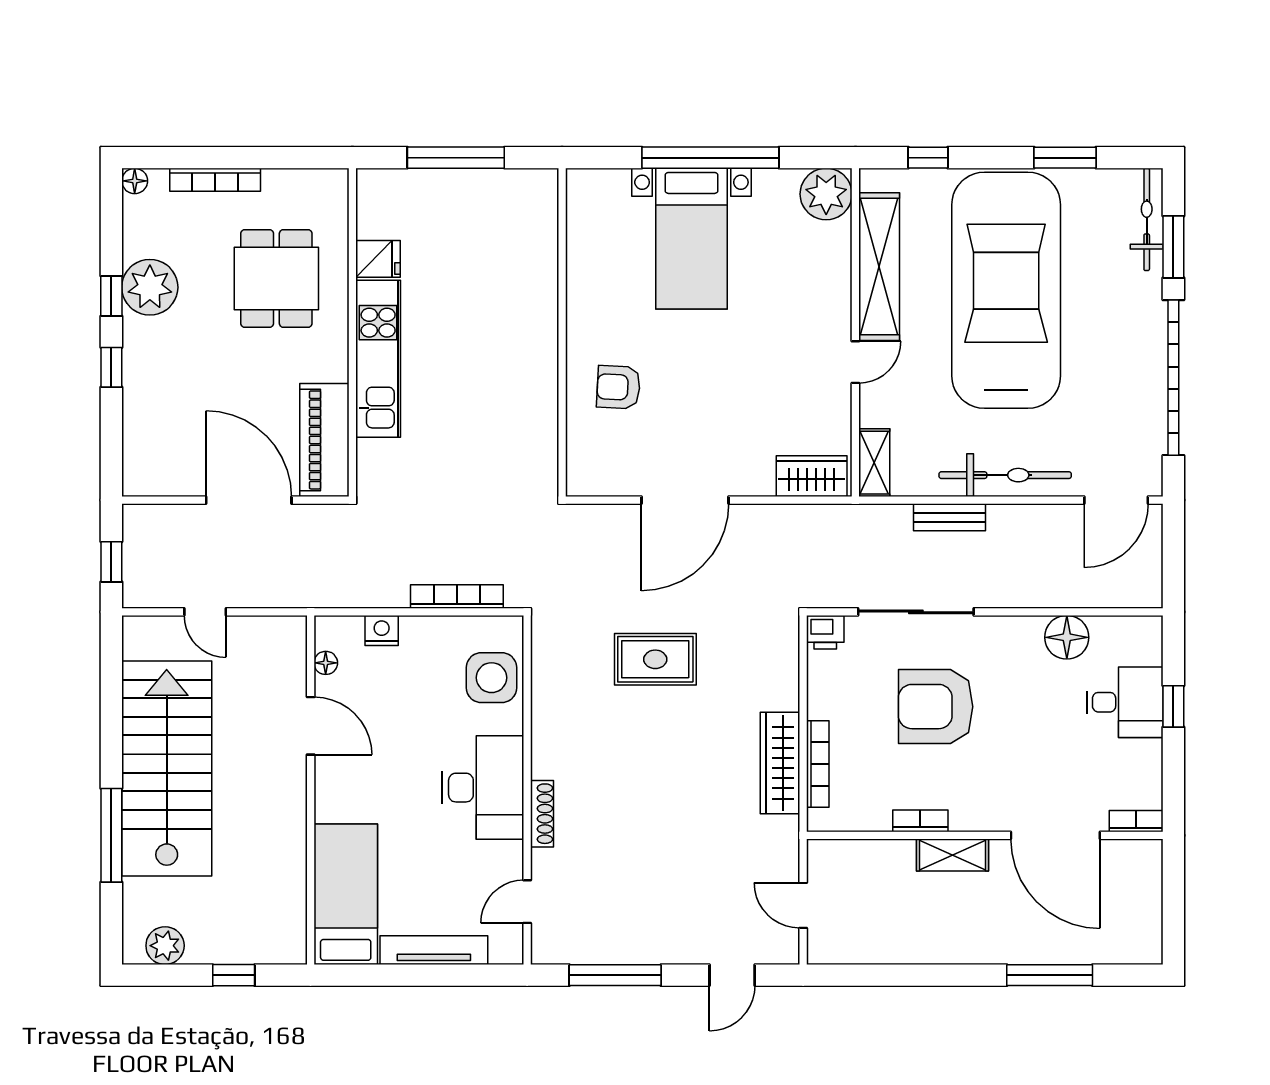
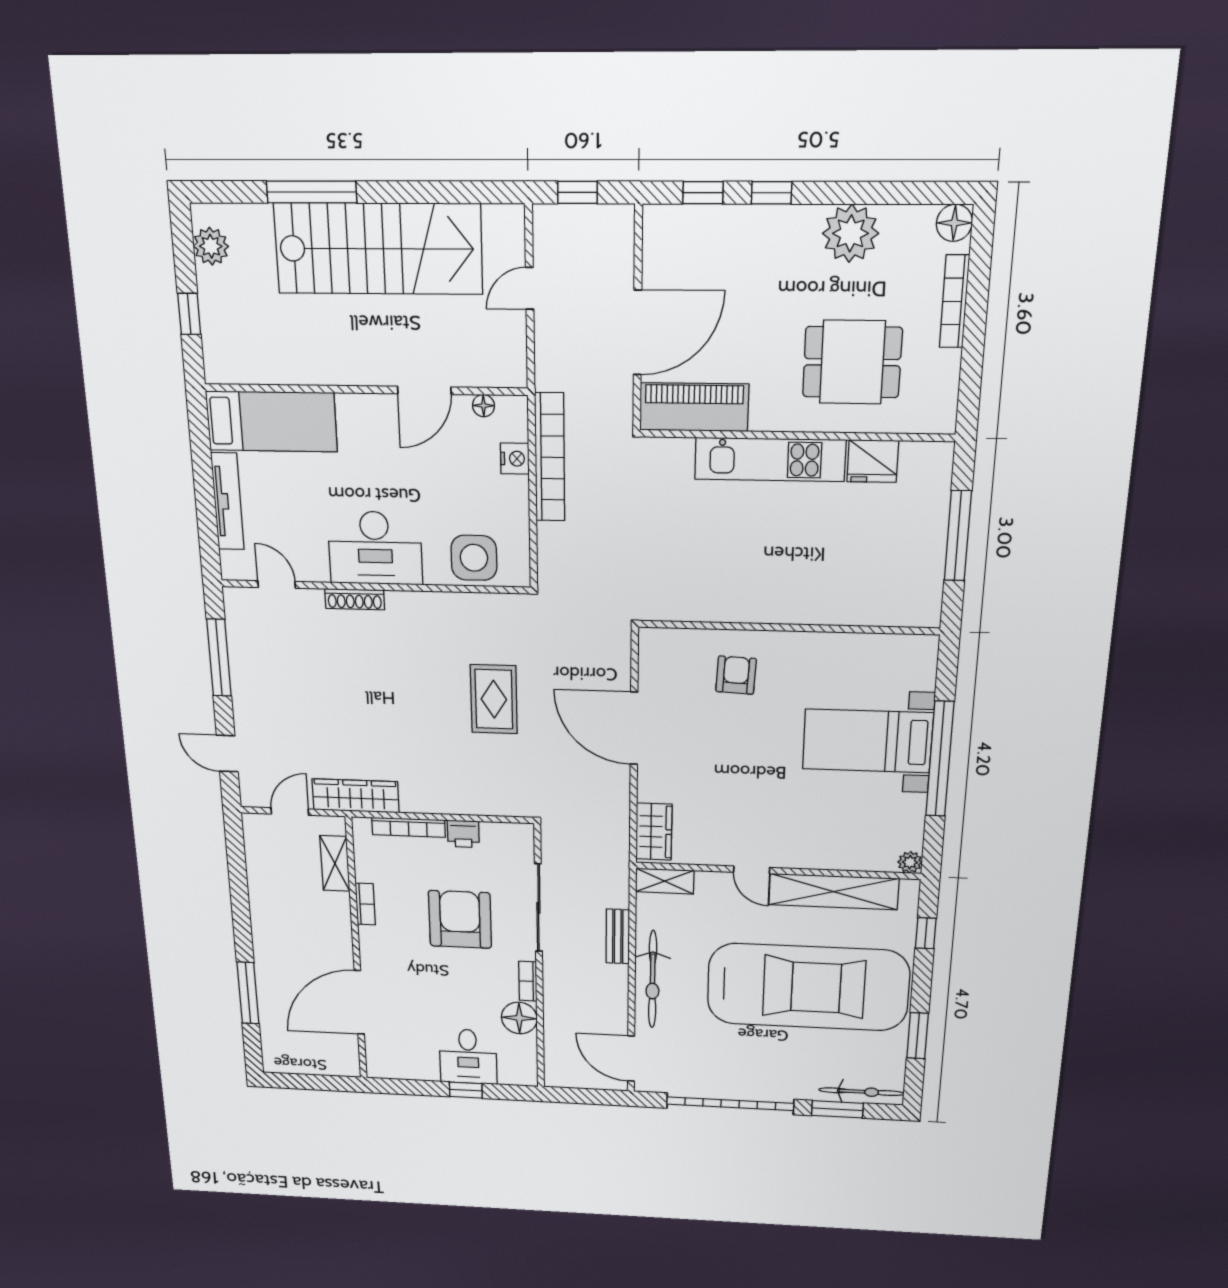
floor lamp: (135, 181) -> (954, 223), width x1.37, depth x1.37
plant: (826, 194) -> (910, 862), width x0.53, depth x0.53
fridge: (378, 259) -> (873, 461), width x1.38
window: (111, 296) -> (703, 193), moved
bookcase: (457, 596) -> (550, 457), moved, width x1.48, depth x1.31
printer: (825, 632) -> (463, 834), moved, turned -90
wardrobe: (780, 763) -> (356, 796), moved
bookcase: (1136, 821) -> (528, 981), moved, turned 180
shelving: (952, 855) -> (335, 863), moved

